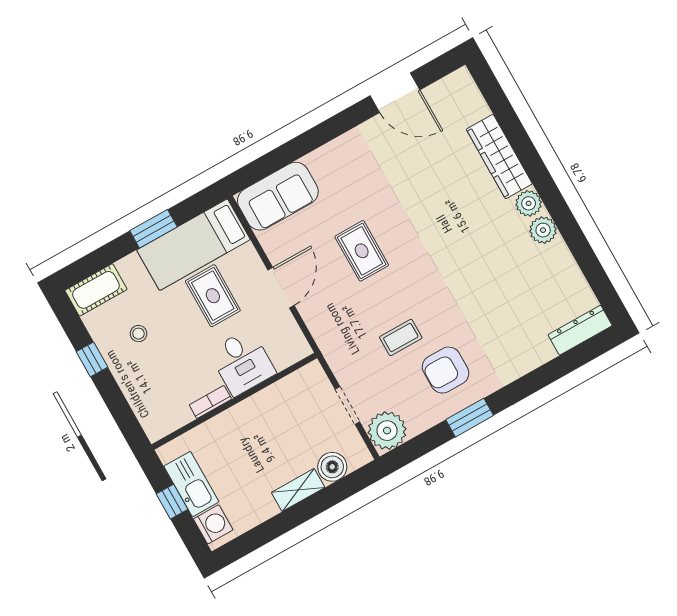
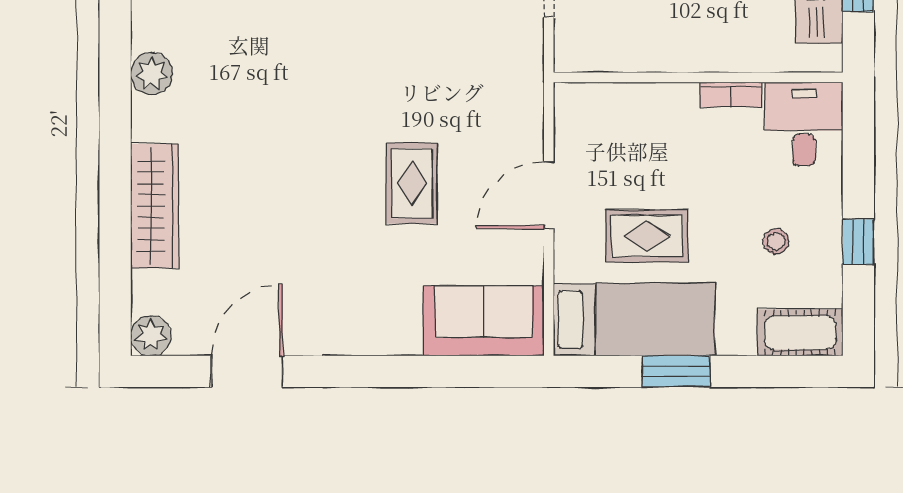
door: (395, 93) -> (247, 371), hinge flipped
plant: (529, 203) -> (151, 336), moved
rug: (213, 296) -> (647, 236), turned 90
coffee table: (401, 337) -> (425, 37), removed
desk: (242, 362) -> (804, 124), moved

